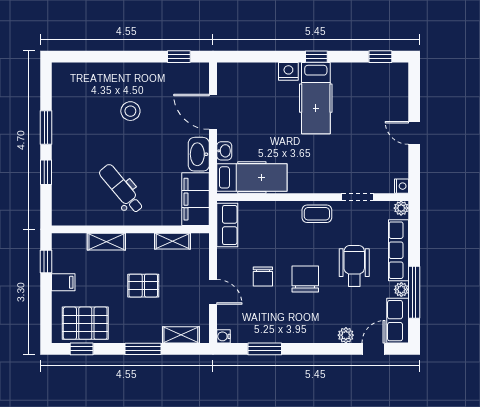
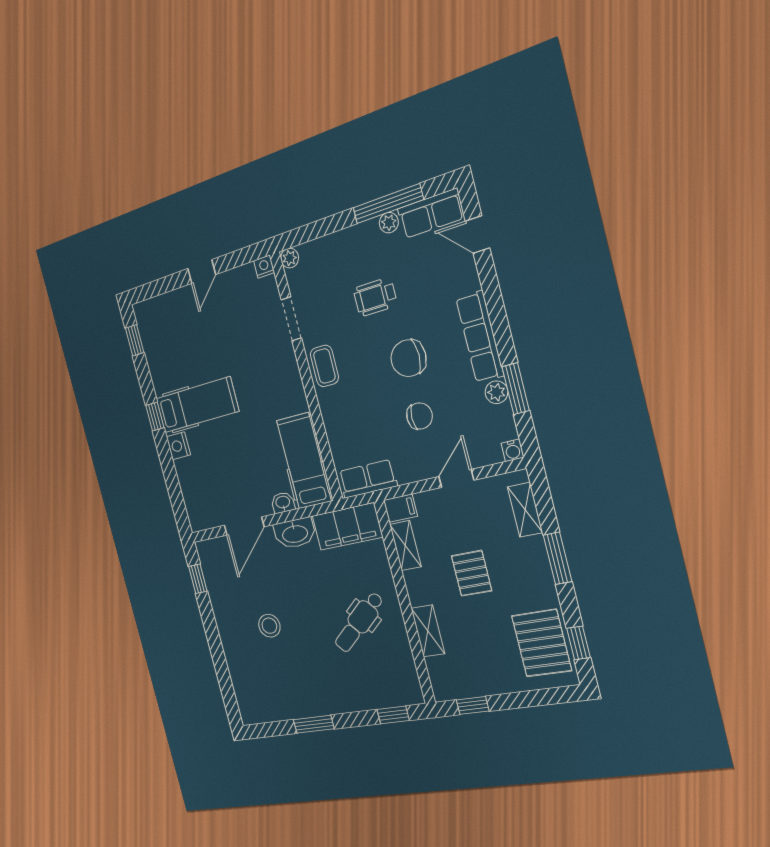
window: (46, 172) -> (393, 715), moved
row of seats: (398, 250) -> (480, 337), moved, turned 90
wheelchair: (354, 266) -> (375, 297), width x0.73, depth x0.73
filing cabinet: (63, 282) -> (400, 508), moved, turned 90
plant: (346, 335) -> (496, 392), moved

